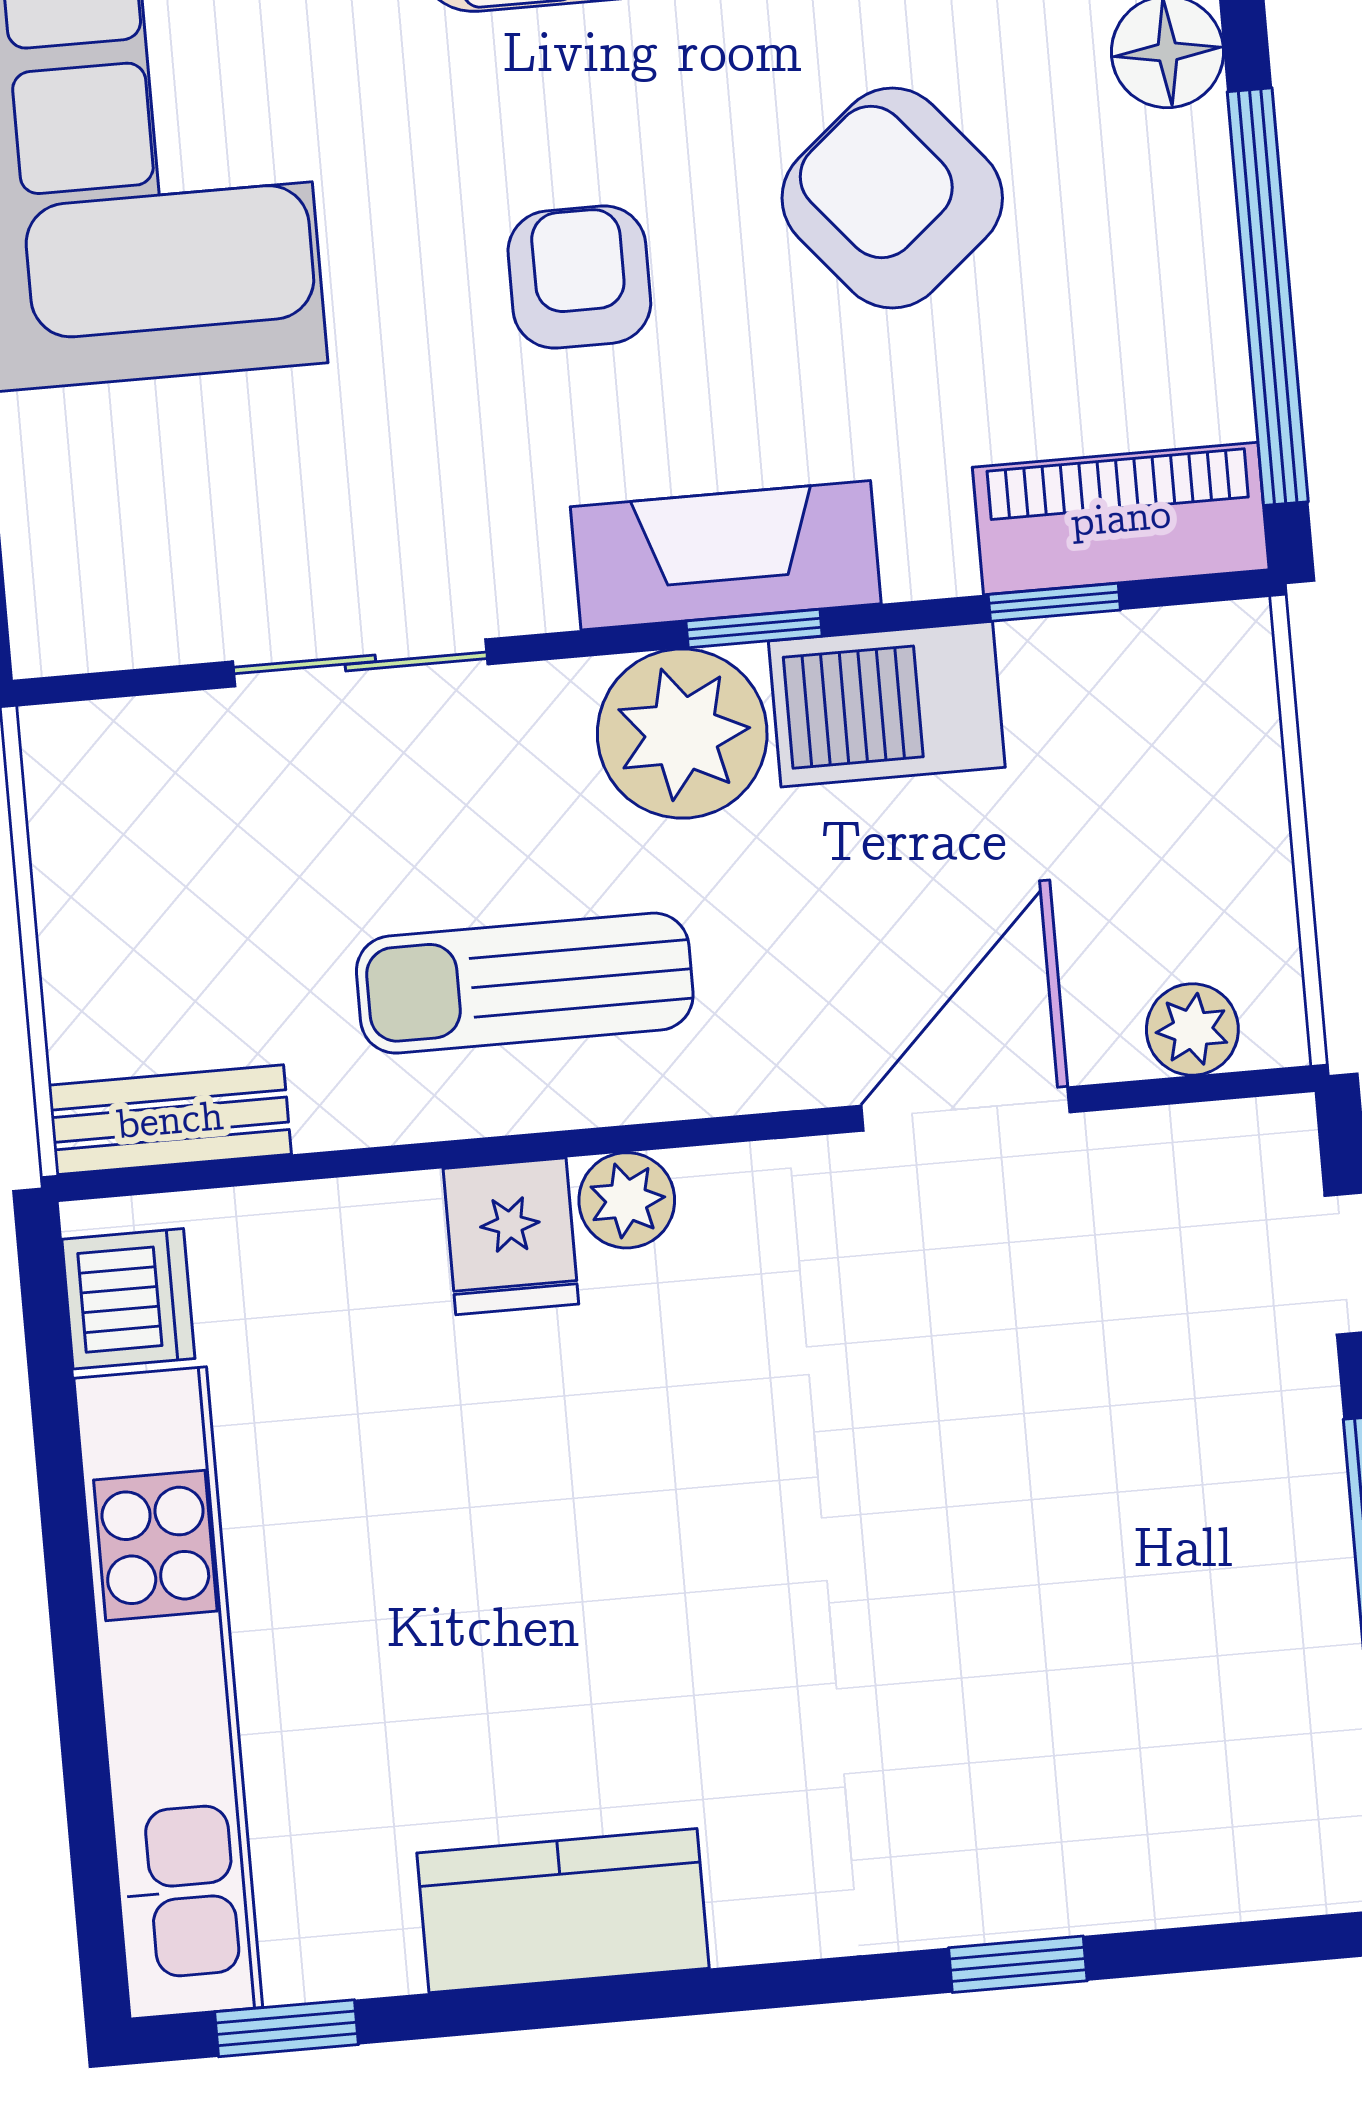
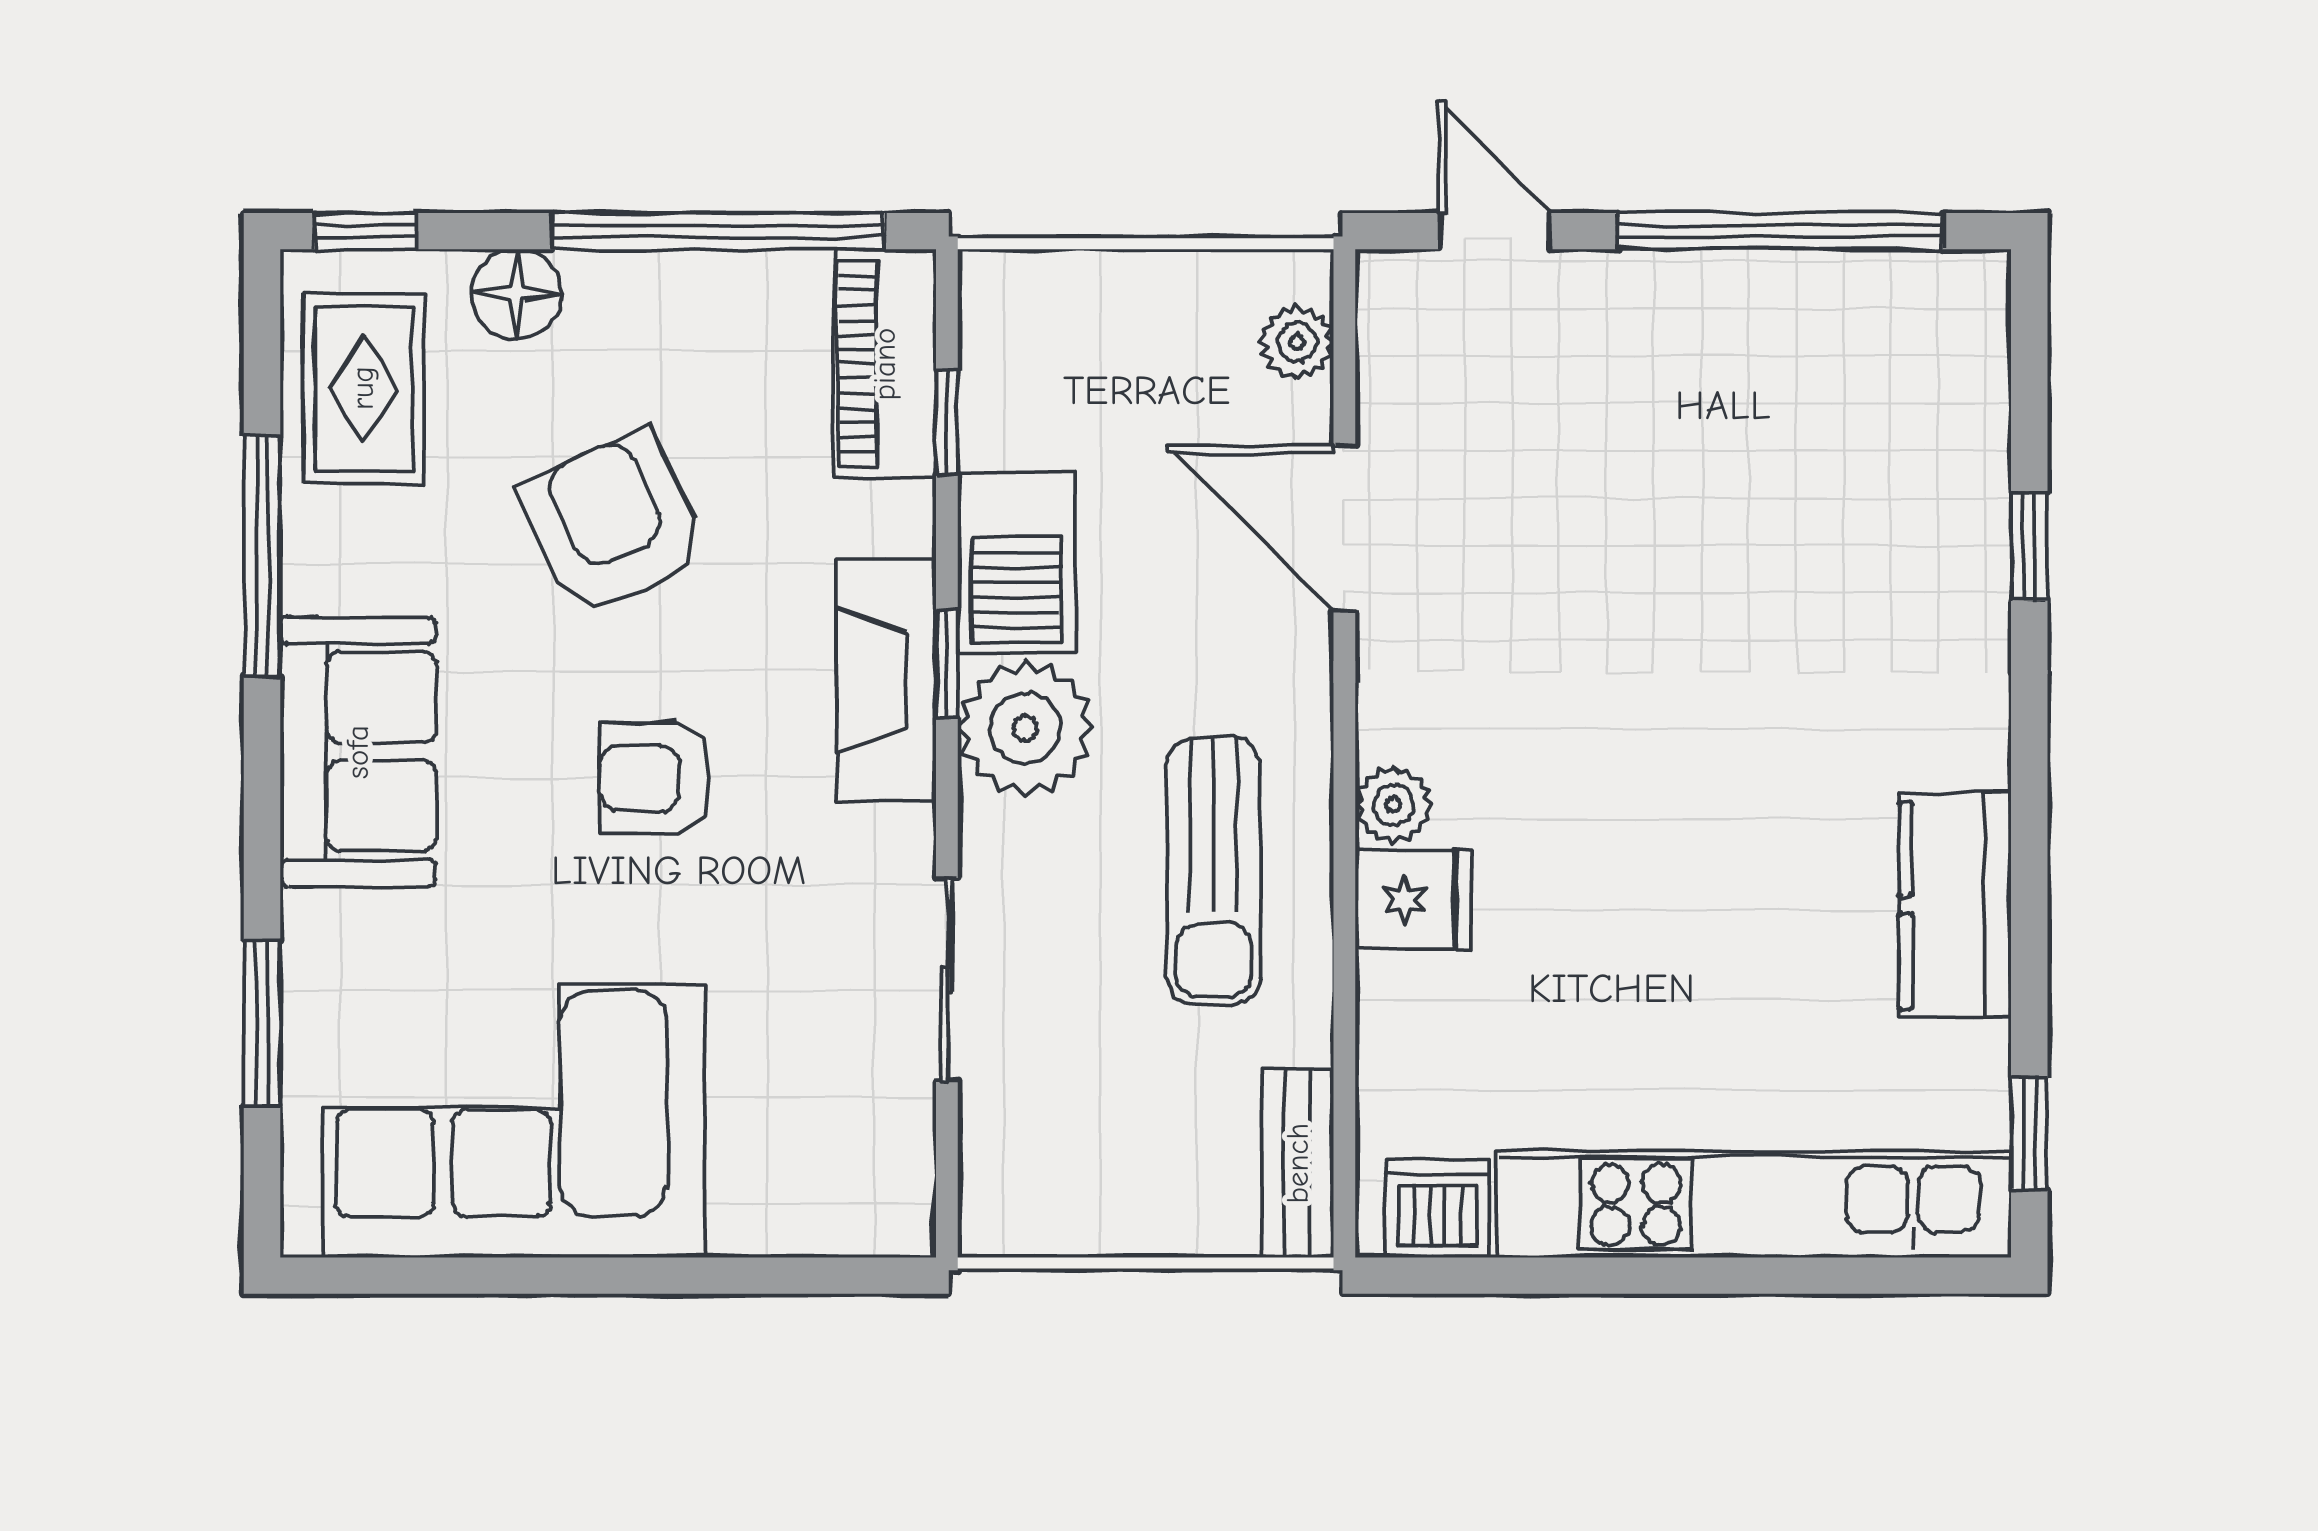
armchair: (892, 198) -> (614, 523), turned 105

